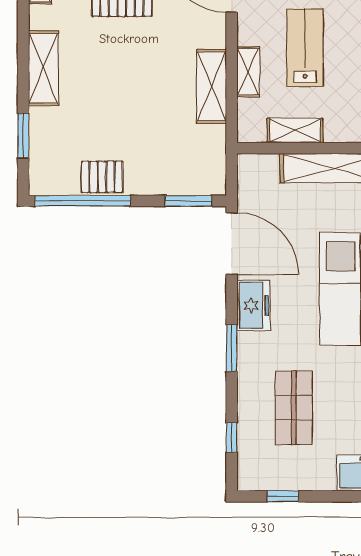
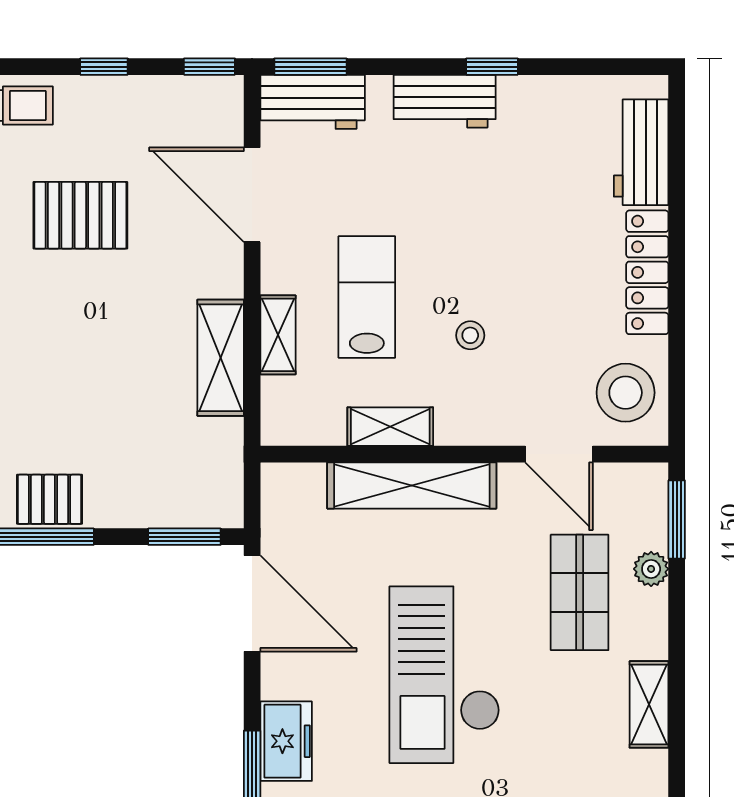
shelving: (295, 130) -> (390, 427), moved
freezer: (253, 305) -> (286, 741), moved

